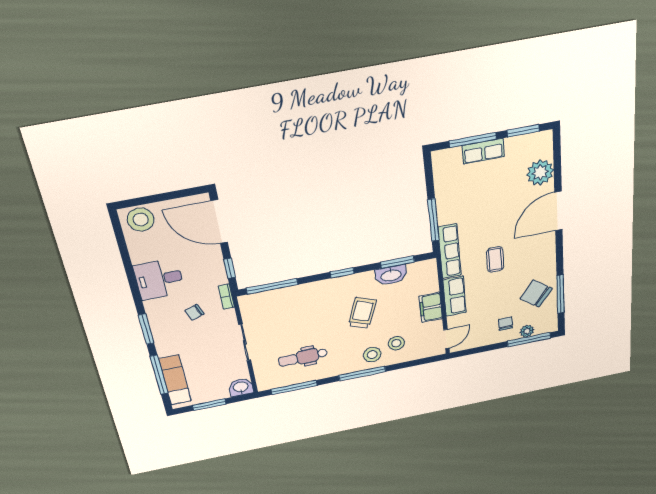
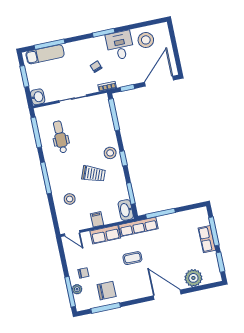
stool: (141, 220) -> (146, 40), moved
washbasin: (391, 275) -> (126, 210), moved
chair: (536, 293) -> (107, 291), turned 53
filing cabinet: (431, 307) -> (97, 219), width x0.50
window: (146, 329) -> (104, 33), moved
stool: (372, 355) -> (110, 153), moved

